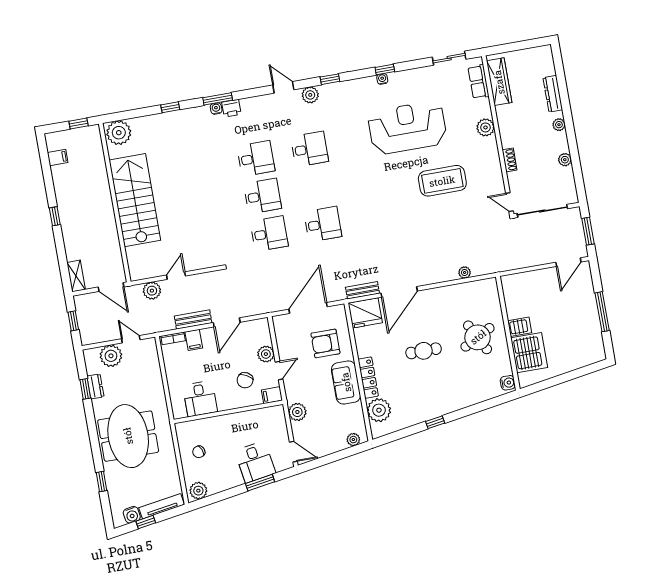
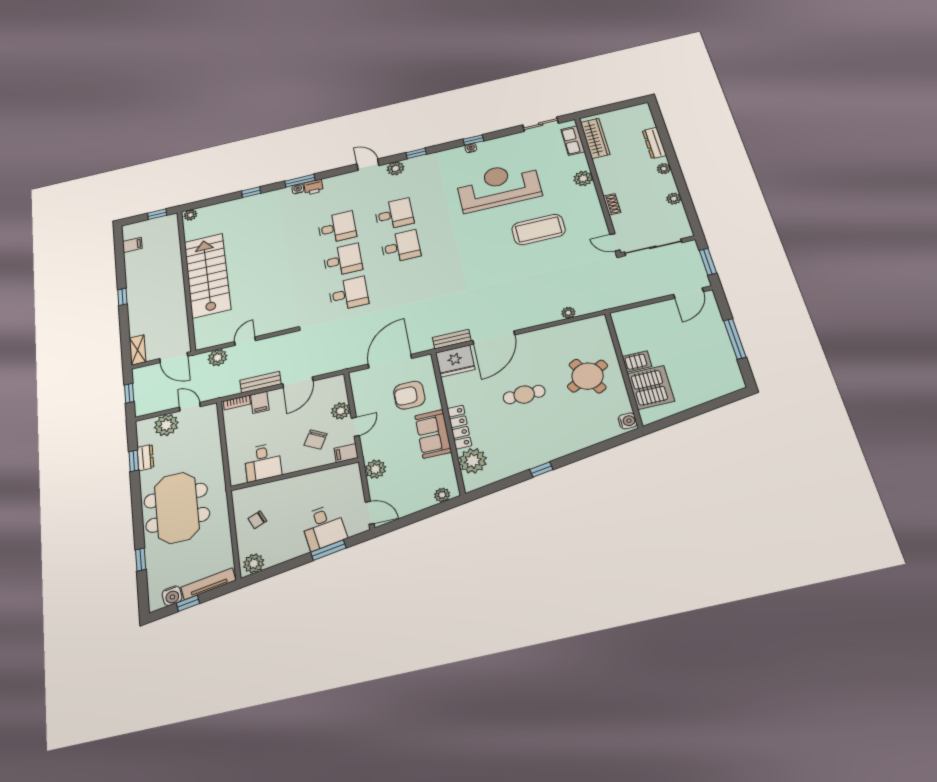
plant: (119, 133) -> (190, 215), width x0.53, depth x0.53
desk: (323, 224) -> (401, 247), moved

